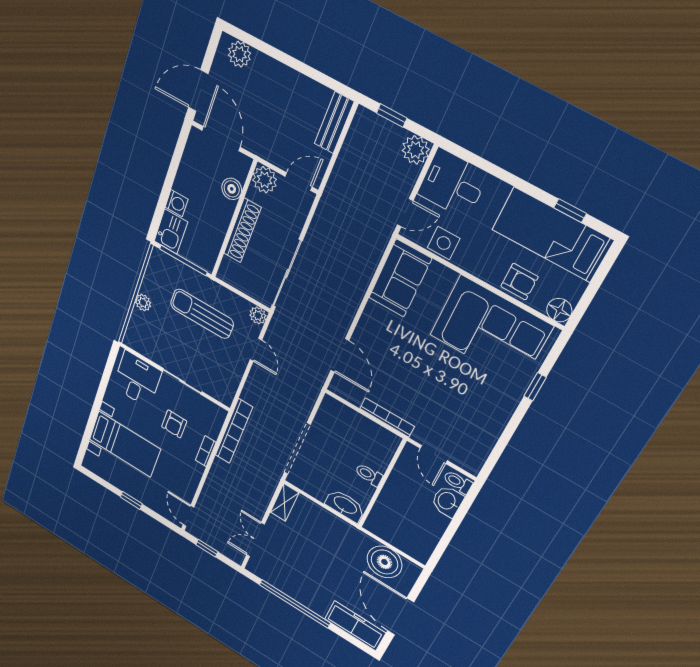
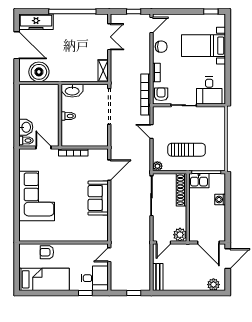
plant: (416, 150) -> (117, 284), removed
boiler: (232, 189) -> (194, 222), removed
window: (570, 211) -> (85, 293), moved
shoe rack: (242, 231) -> (182, 190), moved
kitchen sink: (171, 232) -> (199, 181), moved, turned -90
side table: (444, 243) -> (87, 251), removed
sofa: (400, 278) -> (98, 198), moved
plant: (143, 302) -> (220, 137), removed
floor lamp: (559, 310) -> (25, 249), removed
corner sofa: (491, 330) -> (37, 196), moved, turned 90
door: (256, 350) -> (151, 131), moved
door: (340, 355) -> (109, 170), swing flipped
window: (535, 387) -> (17, 209), removed
armchair: (174, 424) -> (161, 94), moved
chair: (185, 480) -> (161, 47), added
window: (131, 500) -> (211, 12), moved
door: (188, 516) -> (151, 25), hinge flipped

